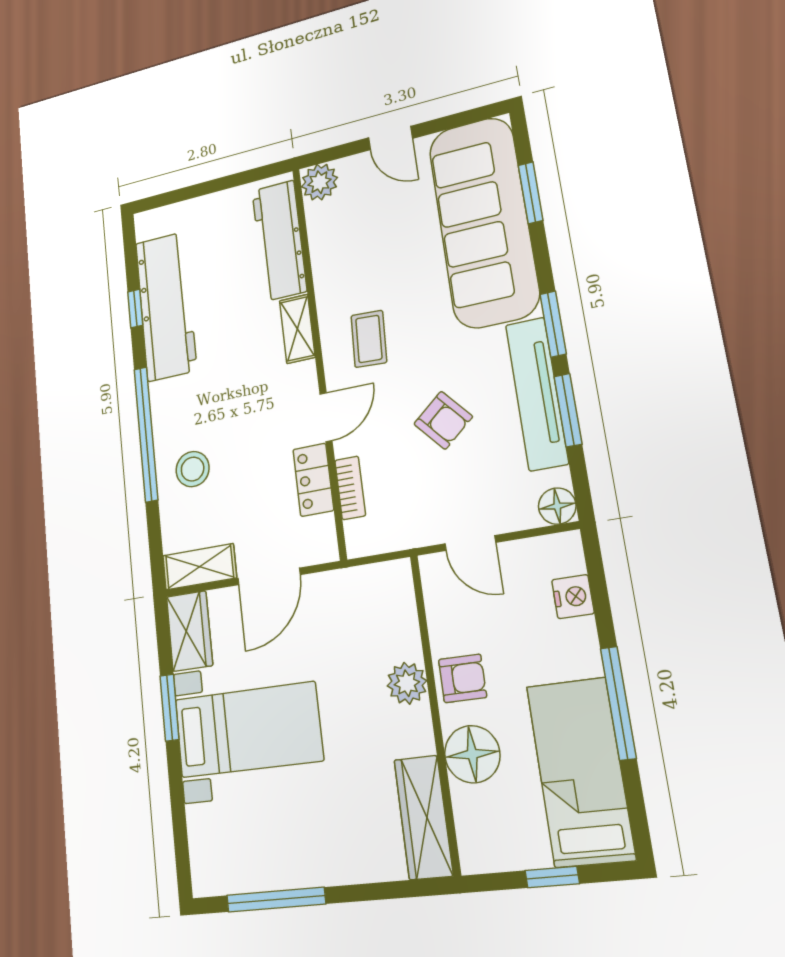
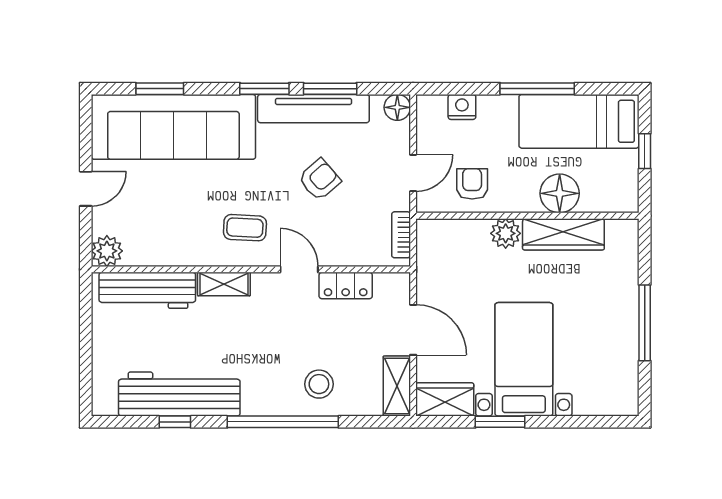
bookcase: (350, 488) -> (401, 235), moved, turned -90
armchair: (462, 678) -> (472, 184), moved
wardrobe: (423, 817) -> (563, 234), moved
window: (276, 900) -> (645, 323), moved

